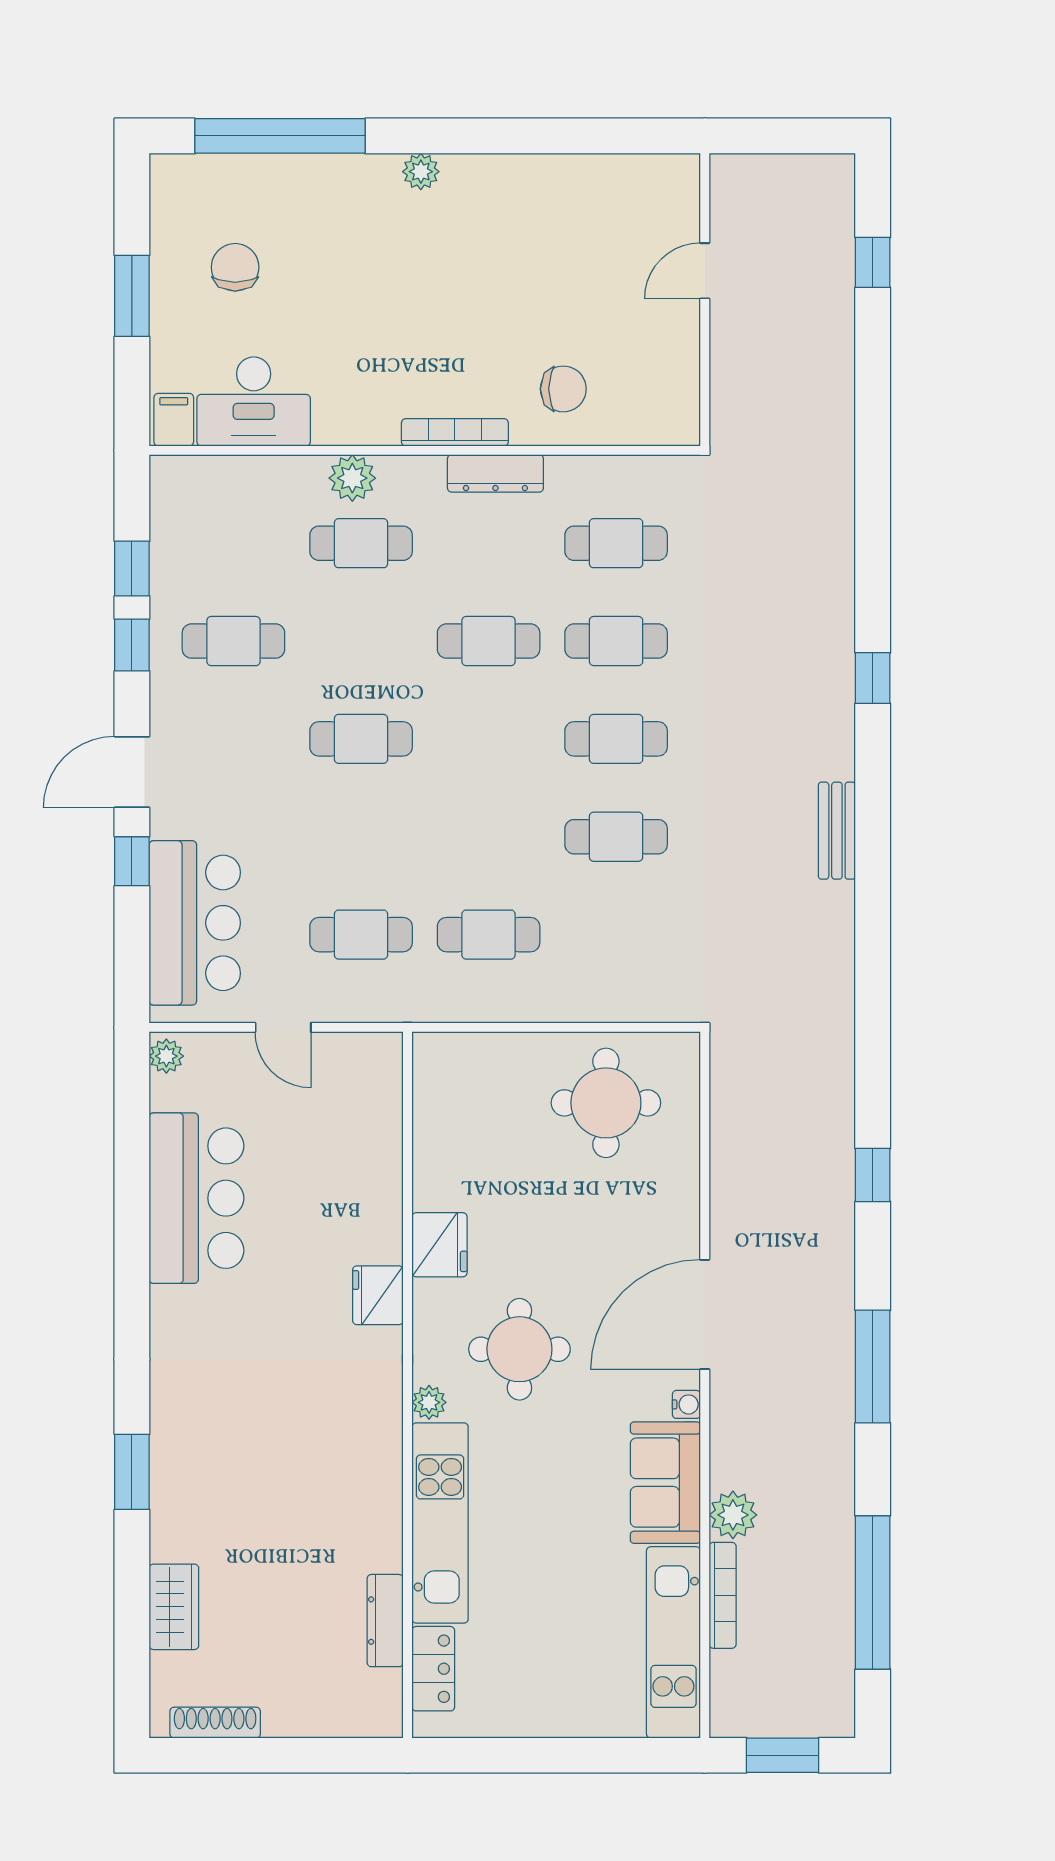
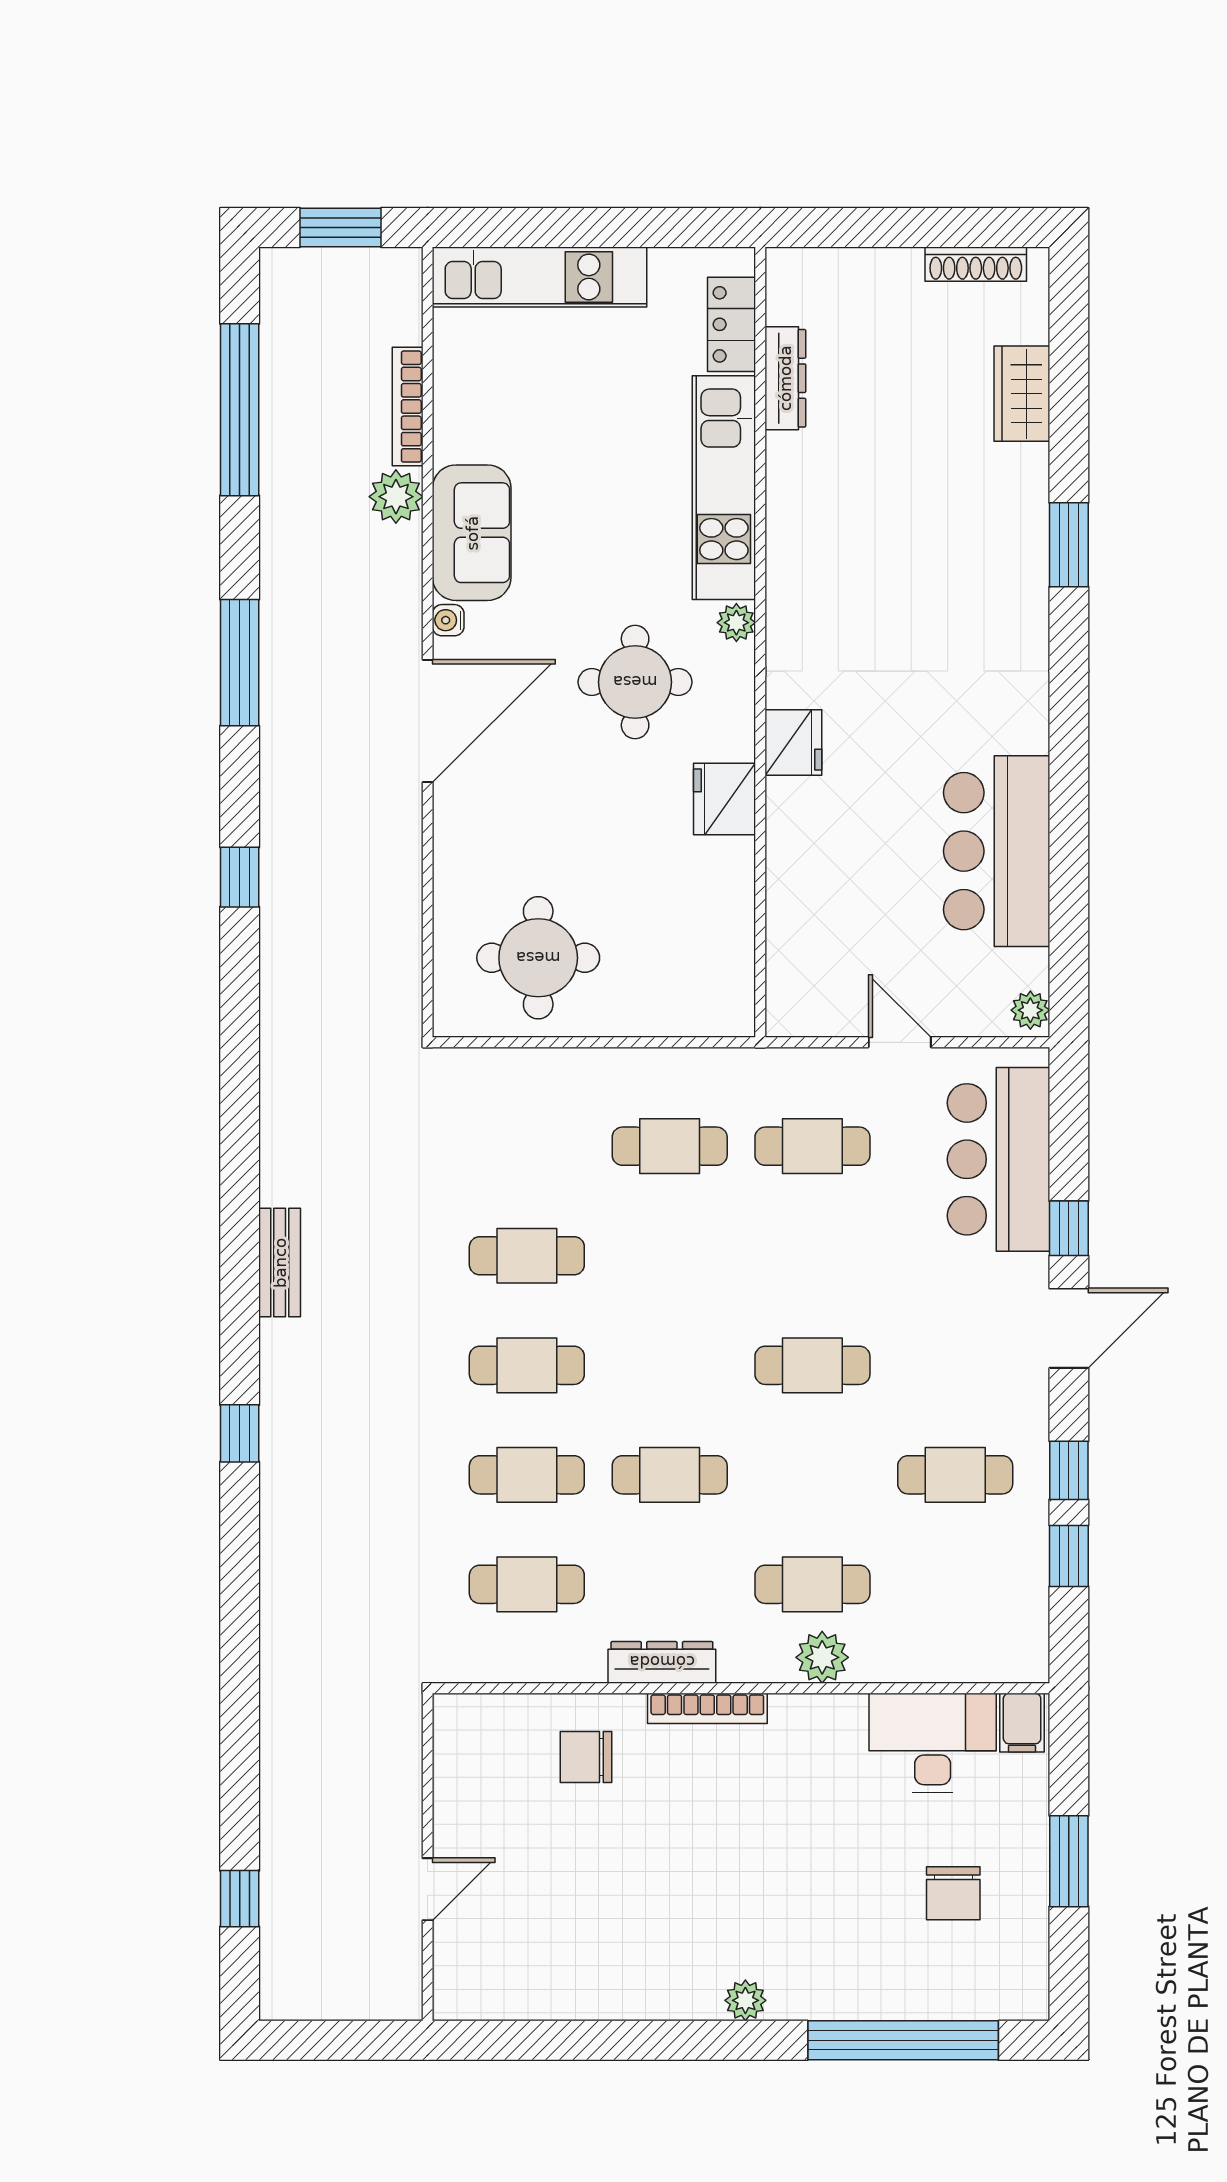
kitchen unit: (673, 1642) -> (540, 277), moved, turned 90

